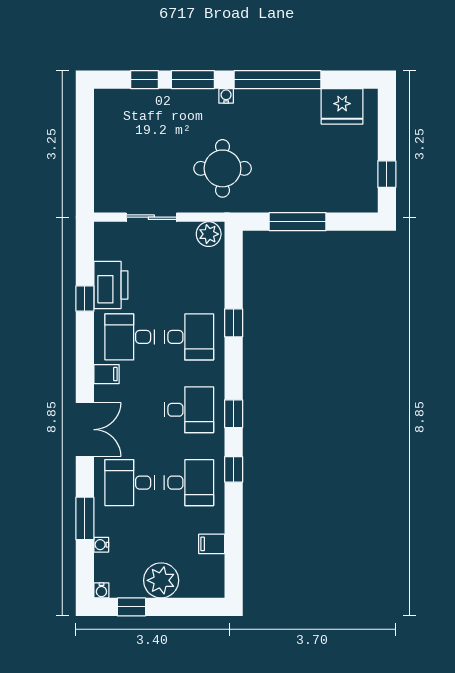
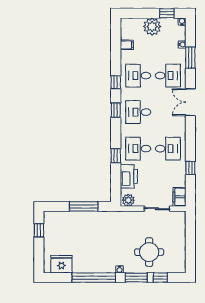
round table: (223, 168) -> (149, 252), moved
printer: (111, 285) -> (129, 176), moved, turned 180
filing cabinet: (107, 374) -> (179, 197), moved, width x2.00

